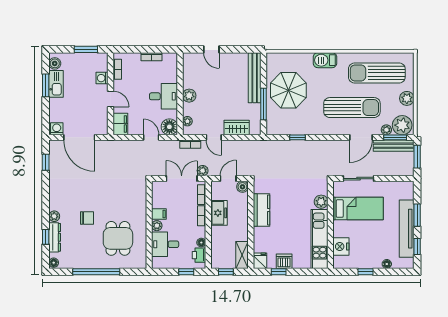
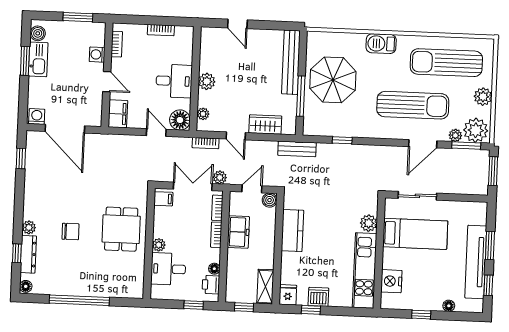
bench: (394, 146) -> (297, 149), moved, width x0.73
filing cabinet: (159, 214) -> (163, 199), moved
dining table: (118, 238) -> (121, 229), moved

